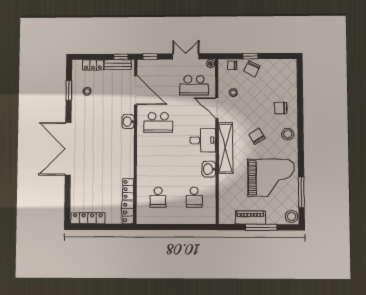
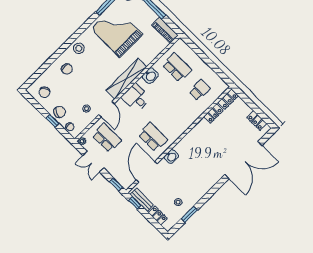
chair: (257, 136) -> (44, 92), moved
double door: (68, 149) -> (243, 160), moved
school desk: (194, 197) -> (177, 67), width x1.85
locker: (88, 218) -> (257, 121), width x0.66
piano: (250, 218) -> (165, 30), moved

